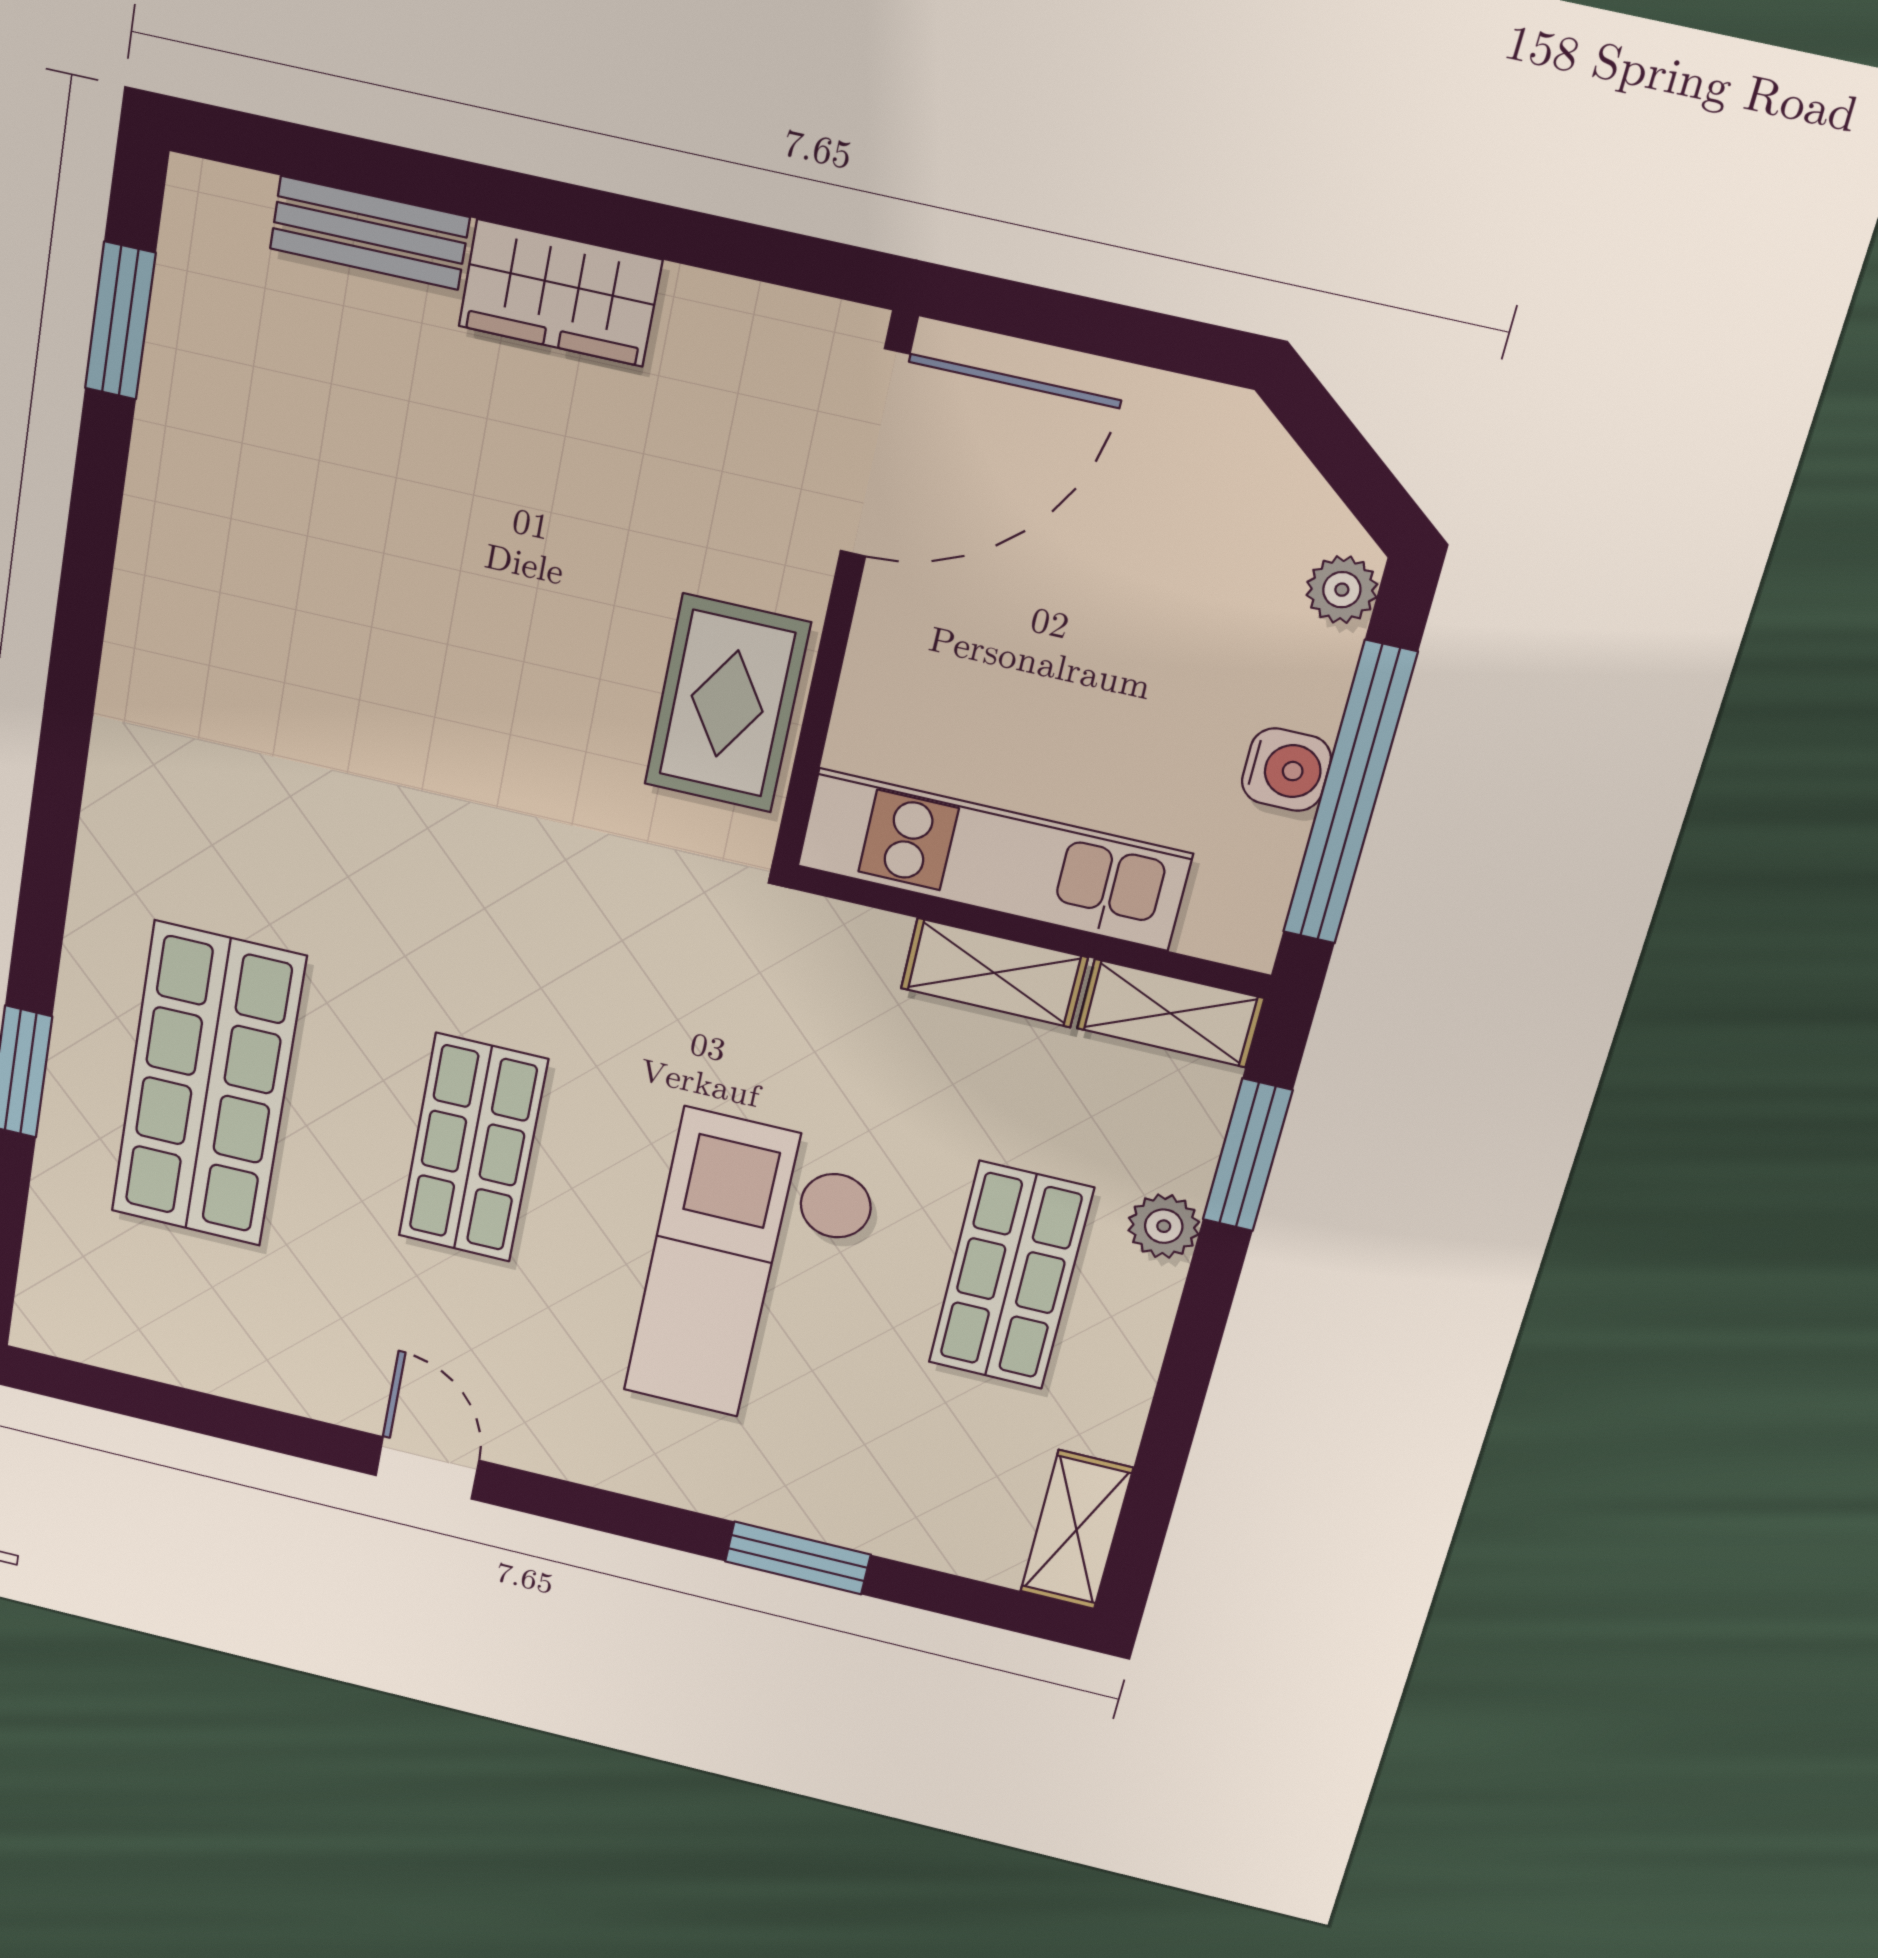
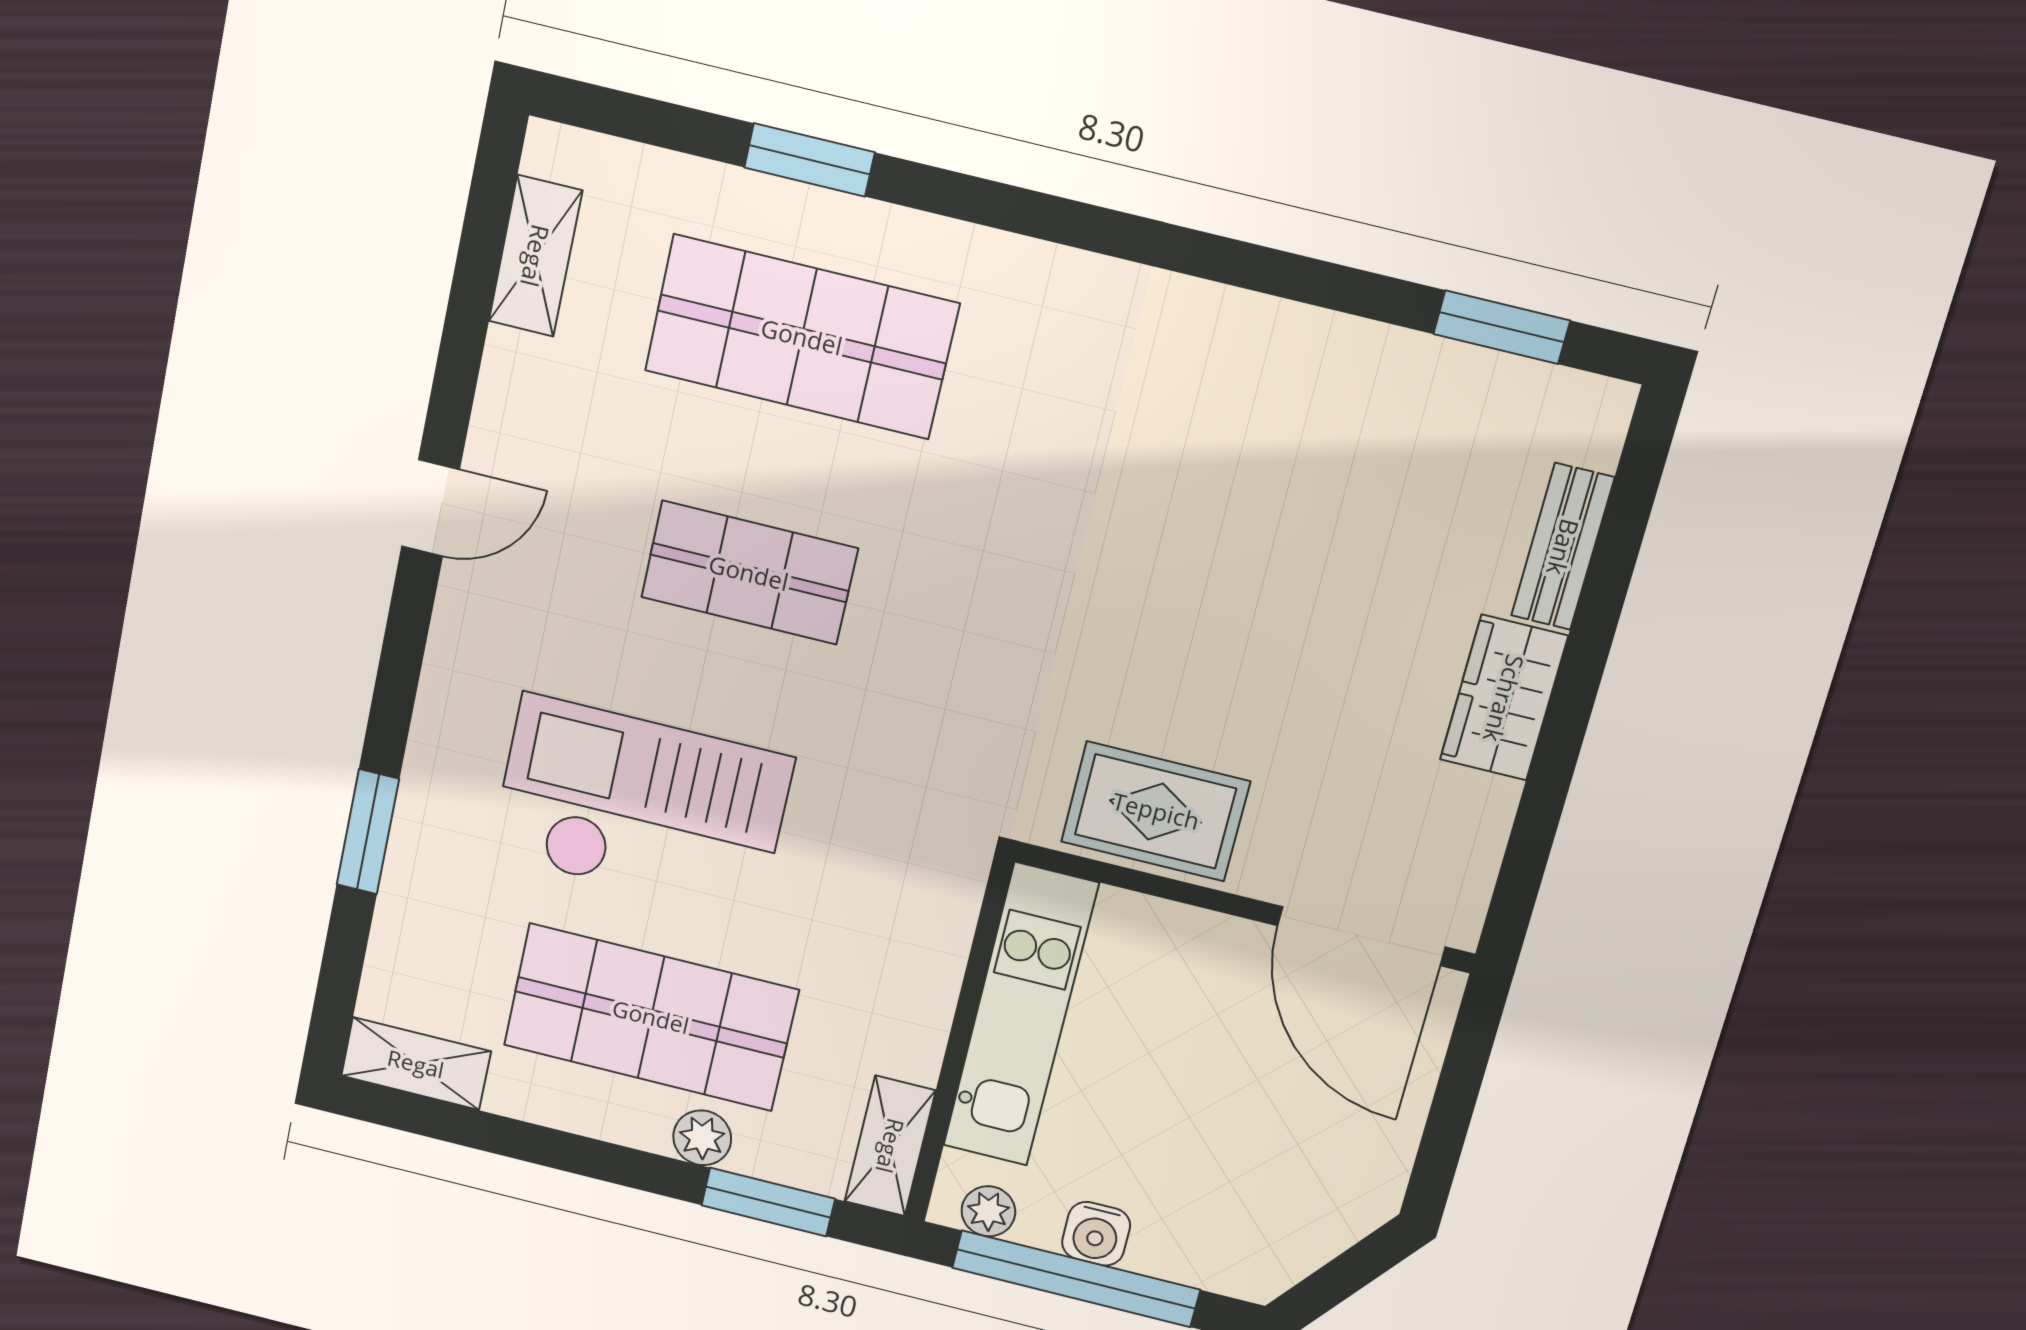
plant: (1342, 590) -> (988, 1211), moved
shelving: (994, 973) -> (535, 256), moved
shop shelf: (1011, 1276) -> (651, 1017), width x1.43, depth x1.36

